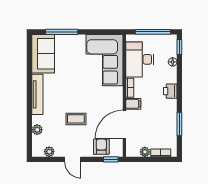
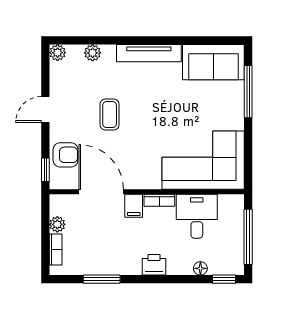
desk: (140, 59) -> (197, 216), width x0.73
plant: (49, 152) -> (58, 53), moved

